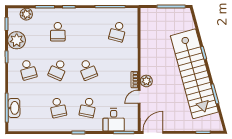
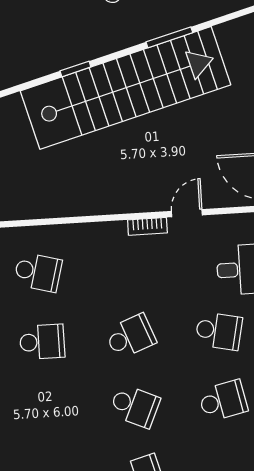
school desk: (58, 32) -> (42, 342), moved
plant: (146, 81) -> (149, 199), removed
door: (139, 97) -> (187, 213), swing flipped

